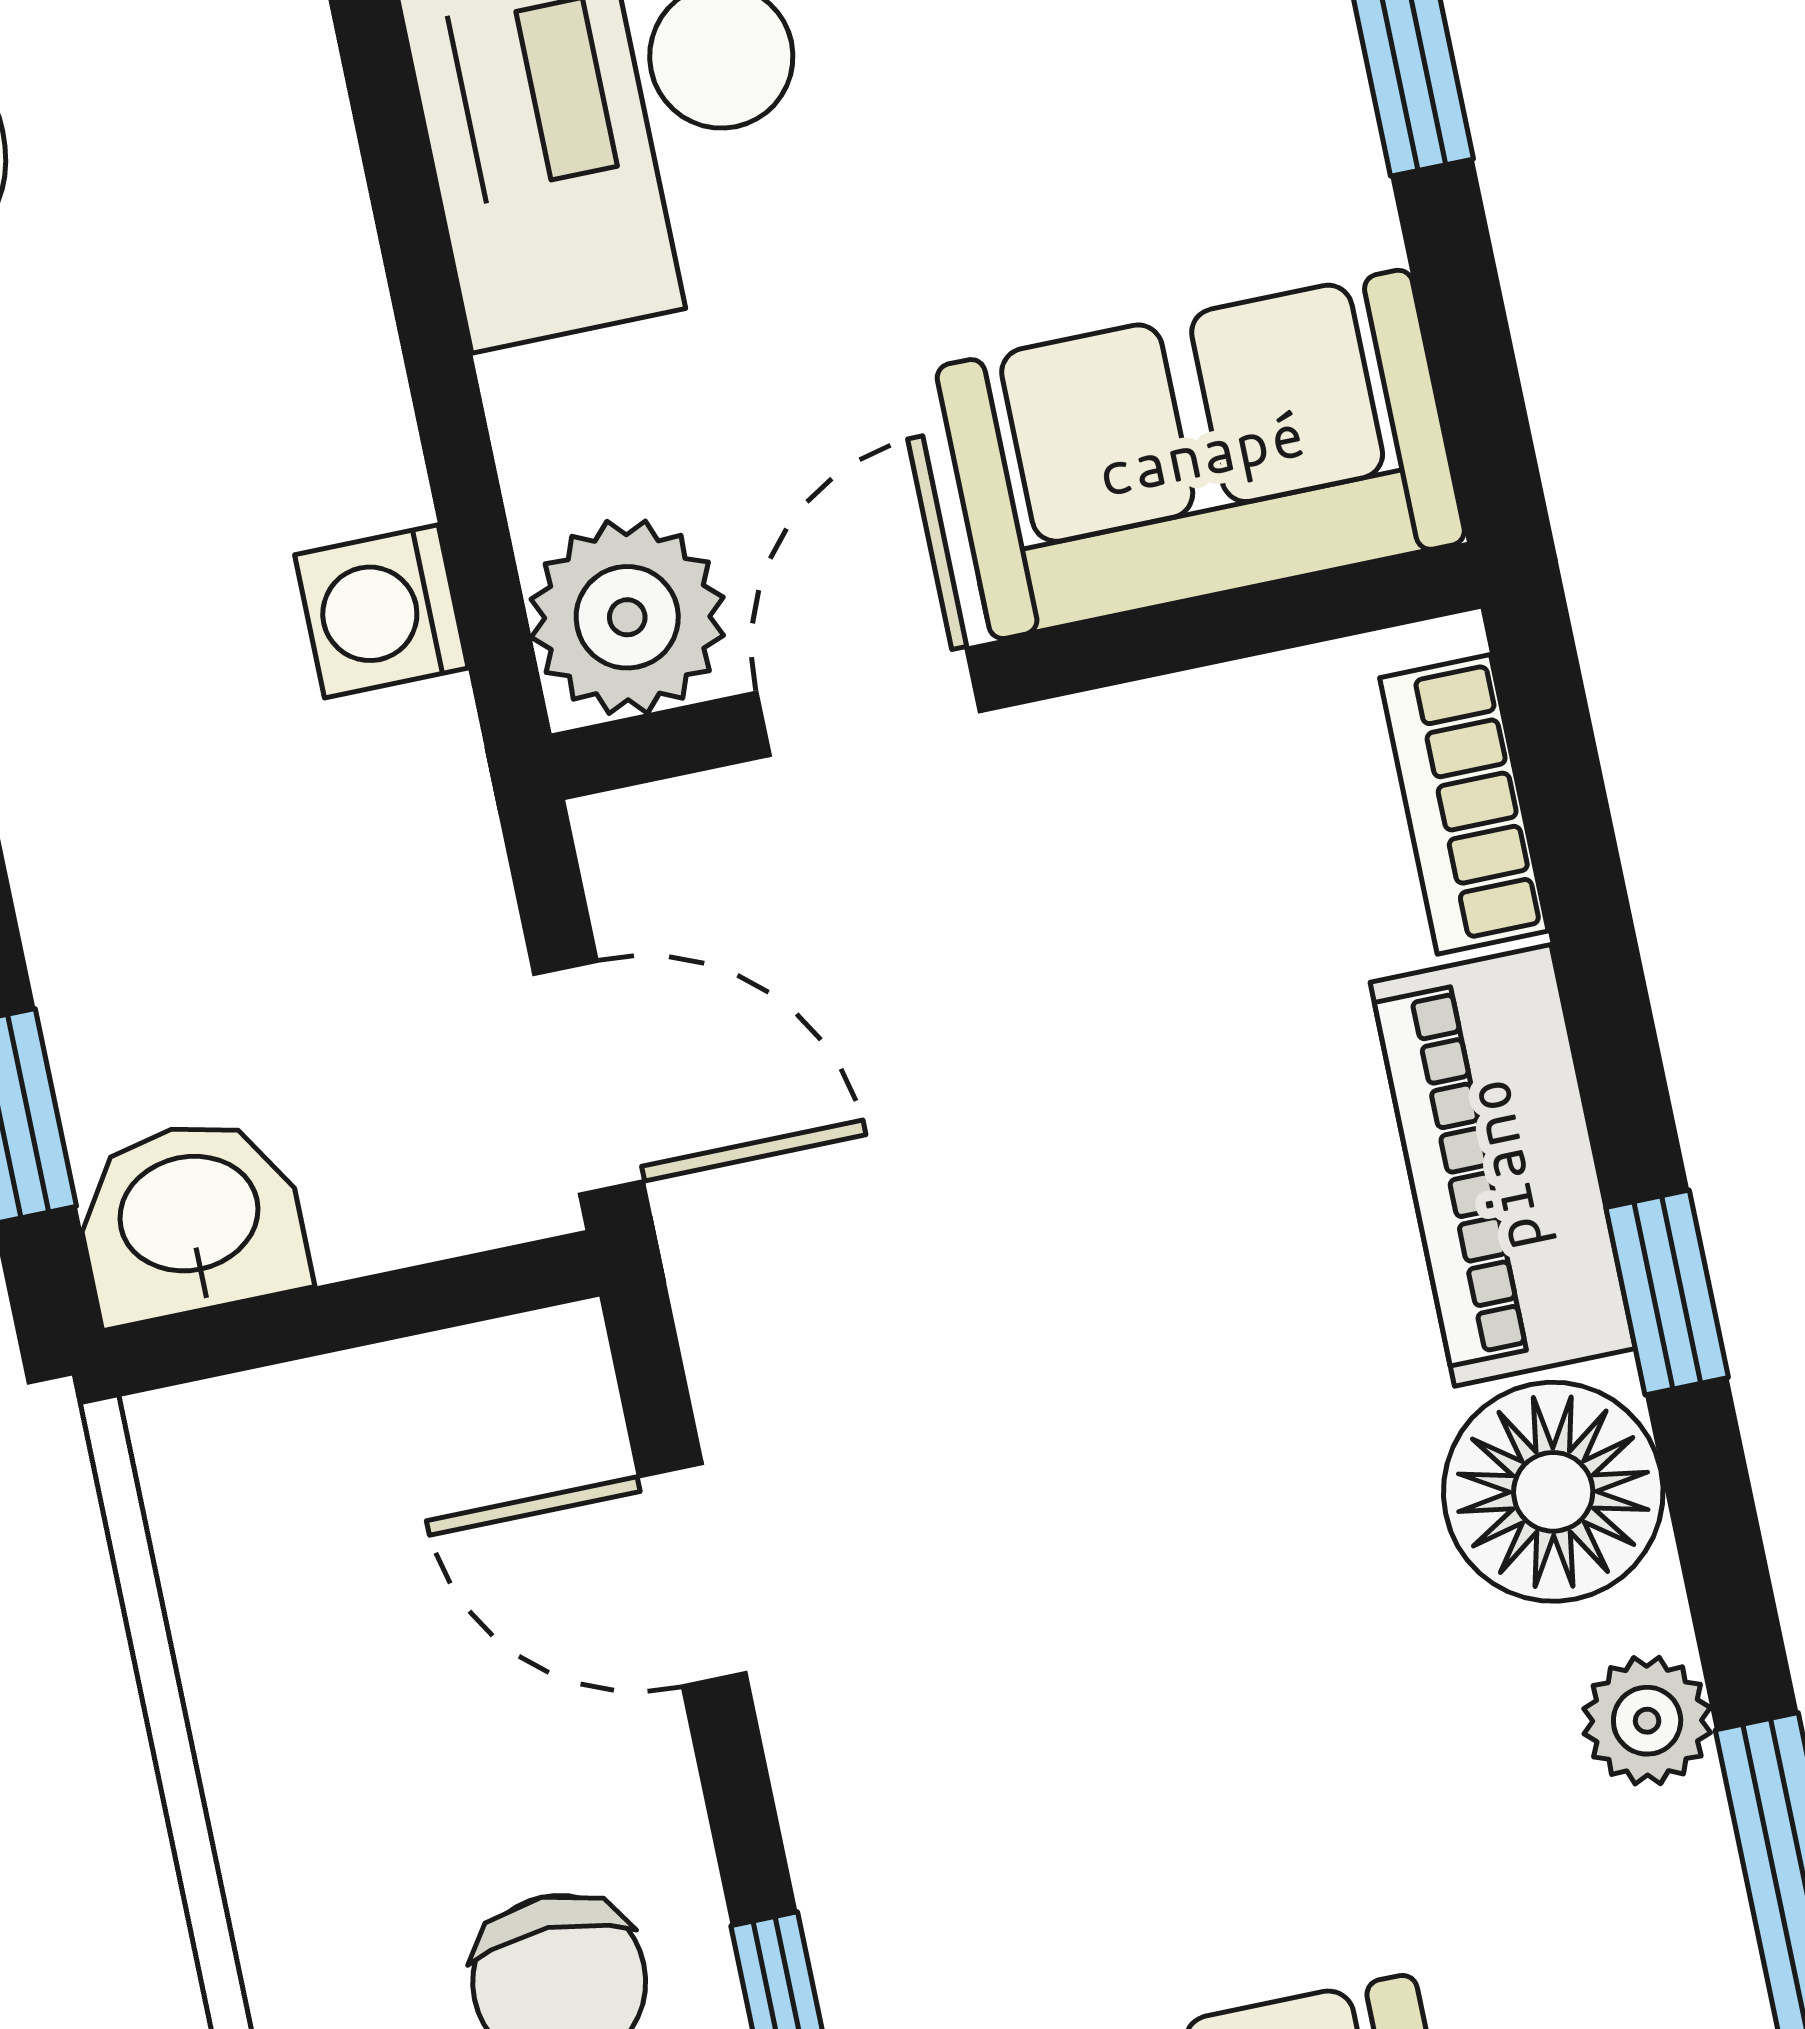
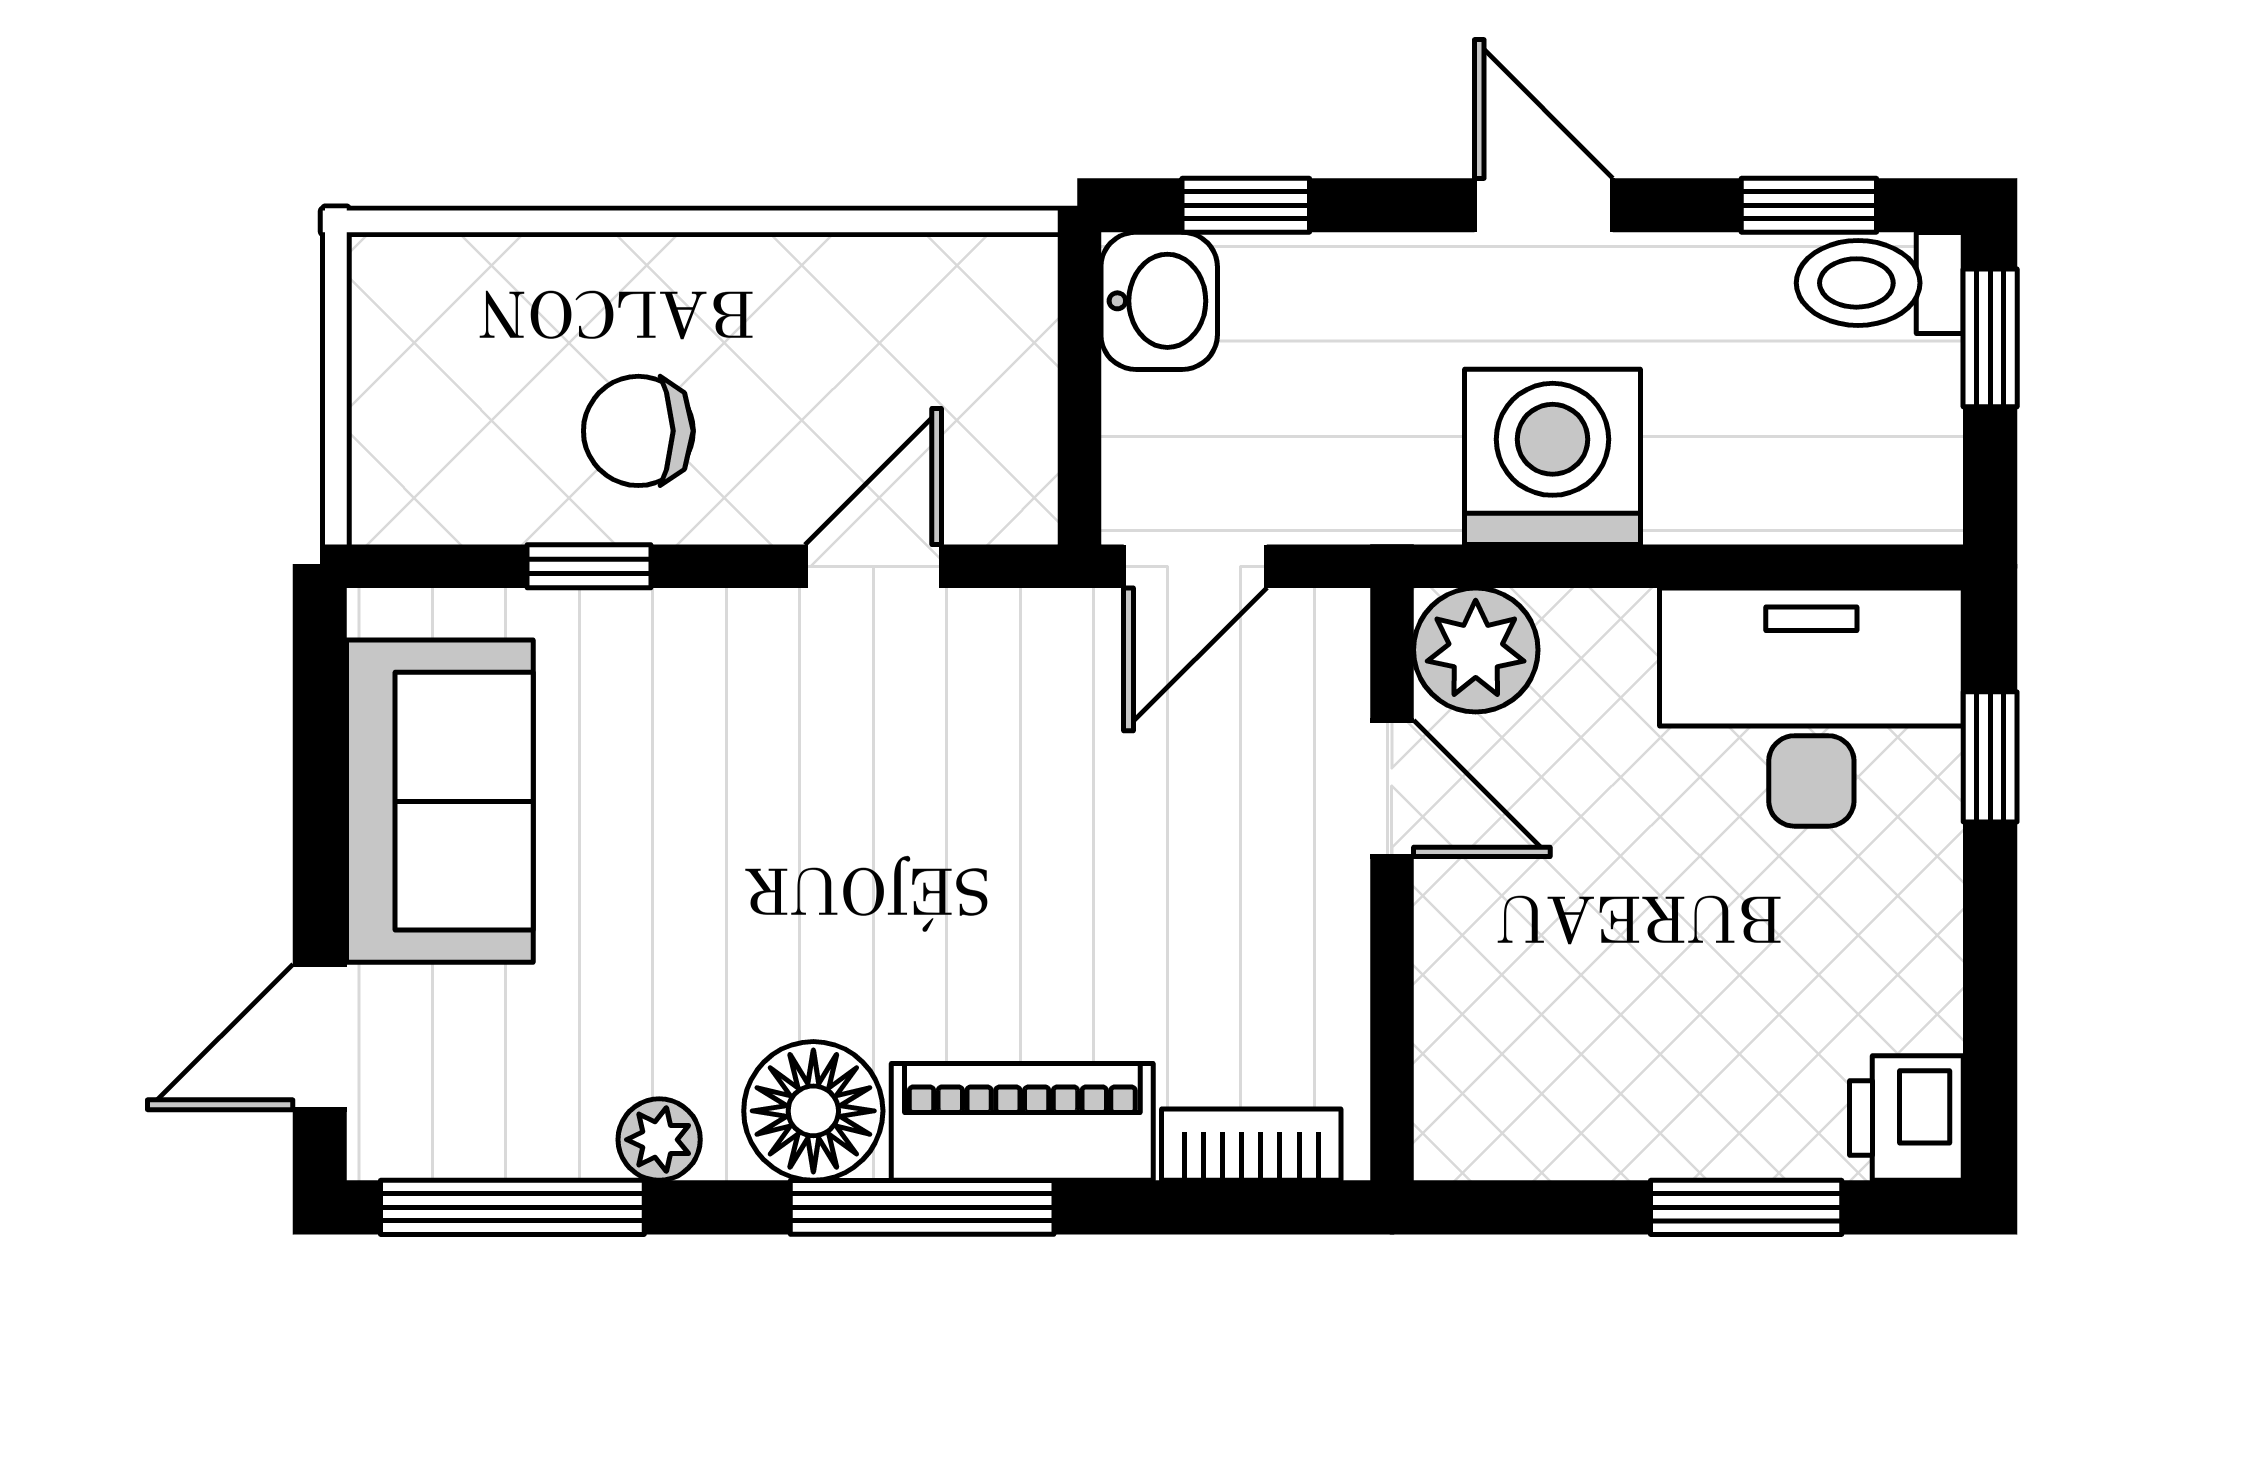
sofa: (1201, 454) -> (1502, 1027), removed
washing machine: (381, 611) -> (1553, 457), width x1.89, depth x1.89
window: (1667, 1292) -> (922, 1207), width x2.17

